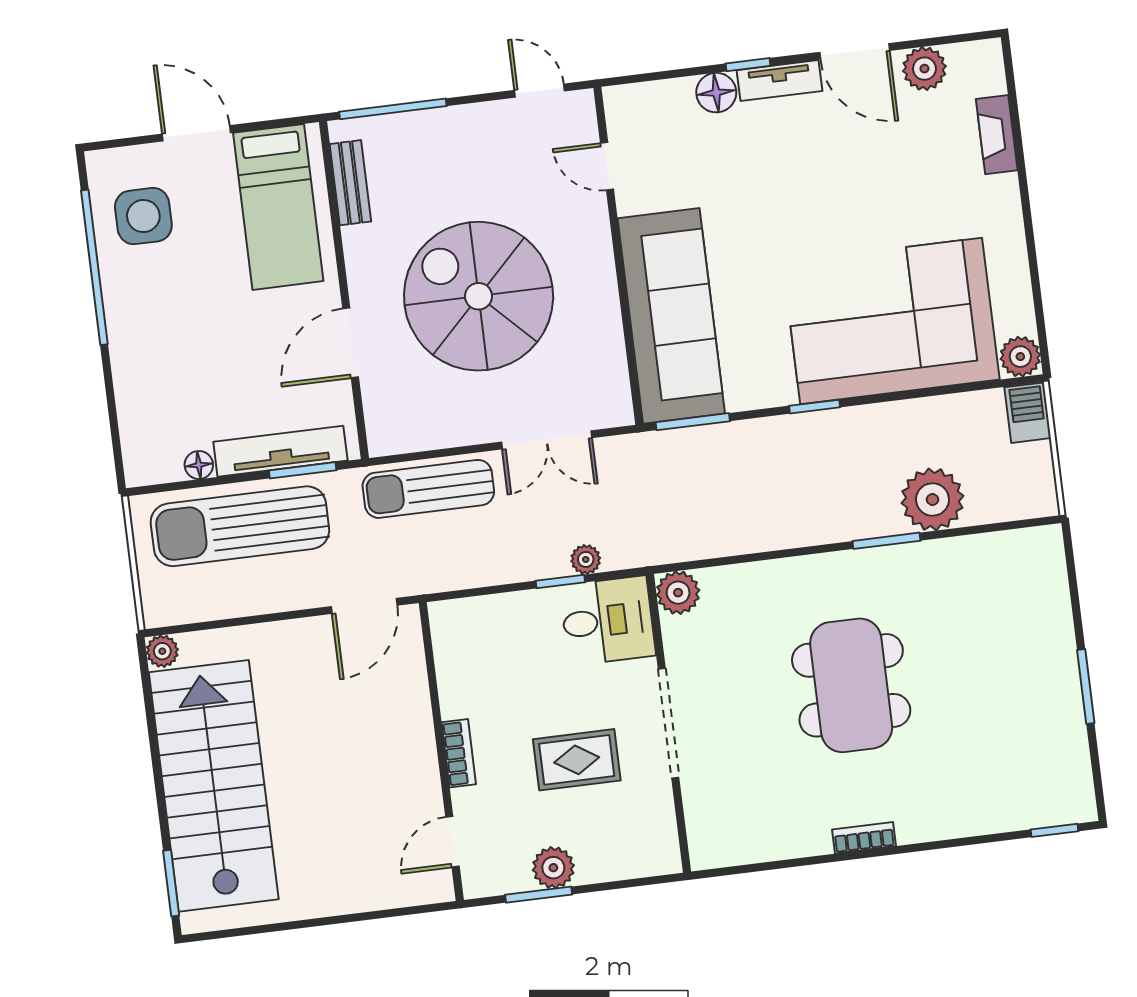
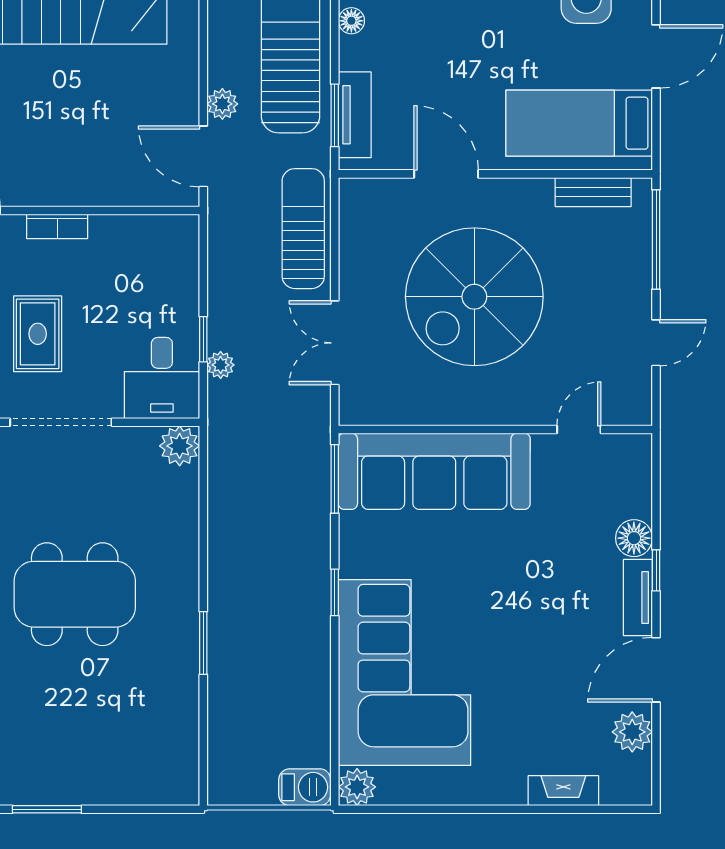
door: (539, 91) -> (656, 343), moved
spiral stairs: (479, 296) -> (474, 297), turned 180
tv unit: (280, 451) -> (355, 115), width x0.71
plant: (932, 500) -> (222, 104), moved, width x0.53, depth x0.53

